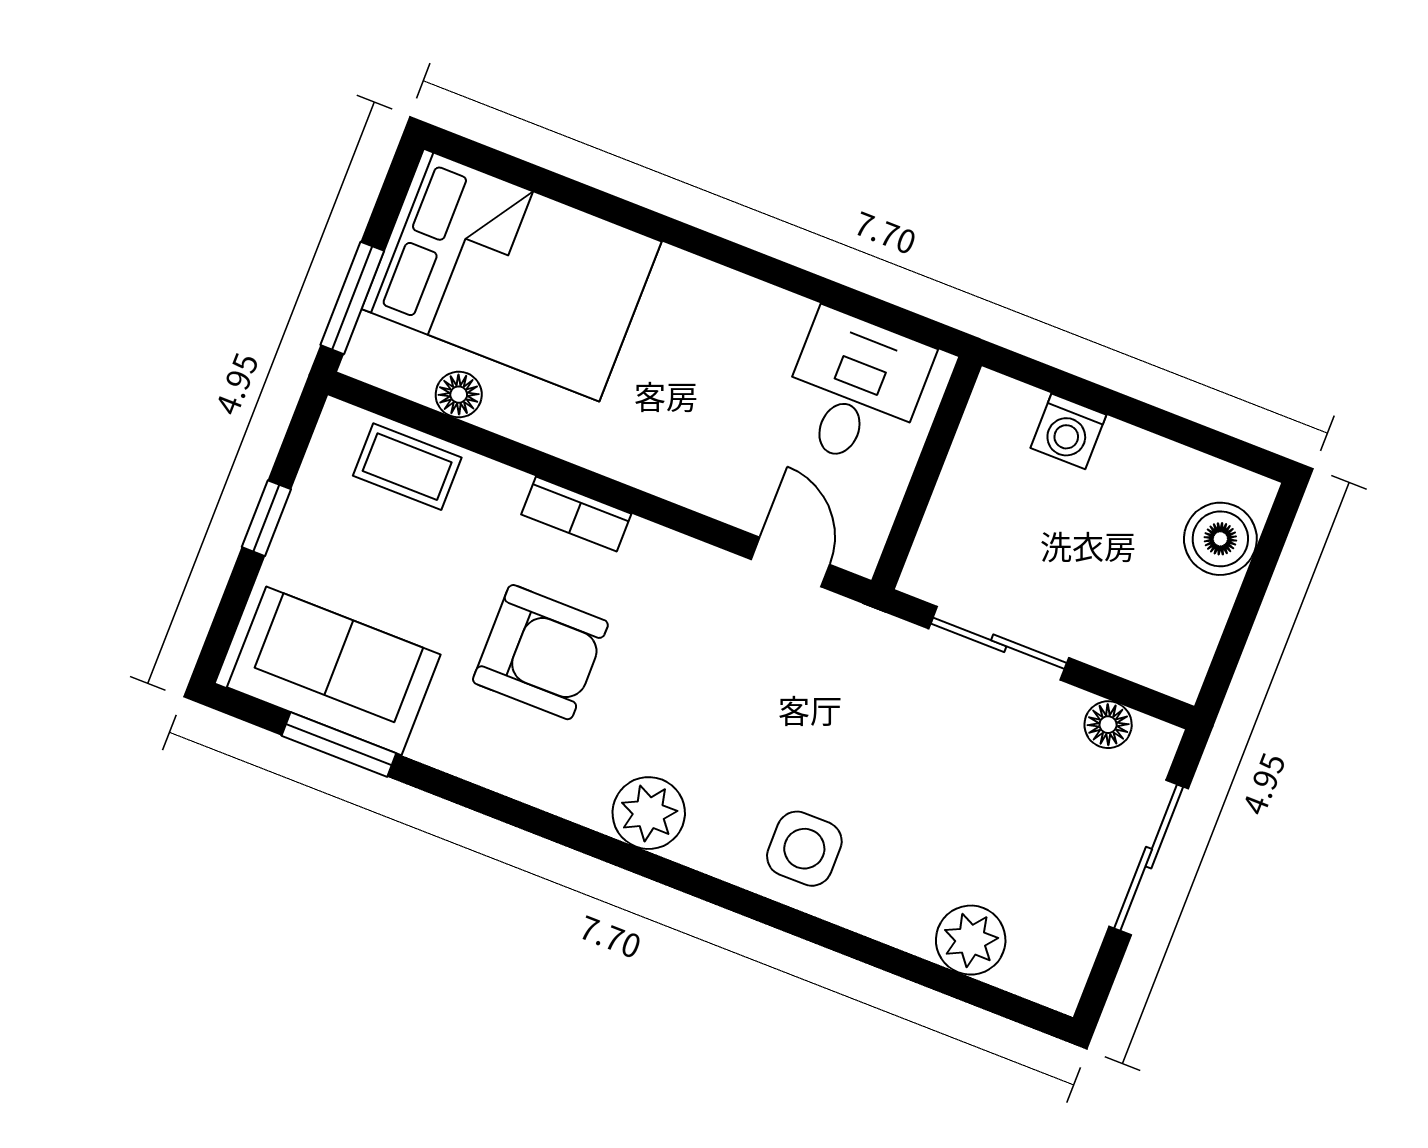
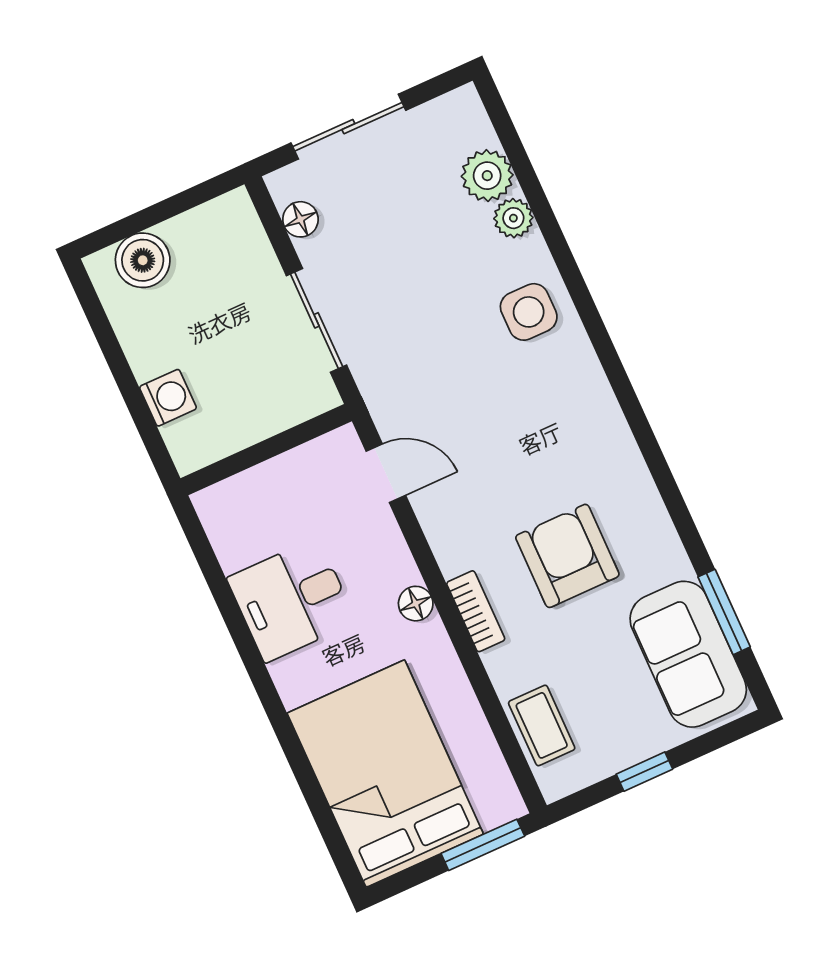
desk: (855, 390) -> (292, 600), moved
floor lamp: (459, 395) -> (416, 604), moved
door: (790, 562) -> (386, 473), swing flipped
plant: (649, 813) -> (513, 218), moved, width x0.73, depth x0.73

